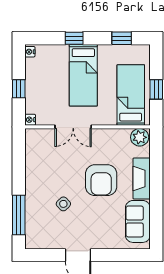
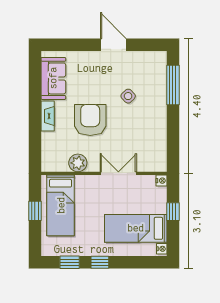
window: (74, 38) -> (100, 262), moved
bed: (83, 75) -> (136, 228), moved, turned -90
plant: (140, 137) -> (78, 163), moved
fireplace: (142, 179) -> (48, 116), width x0.73, depth x0.76

